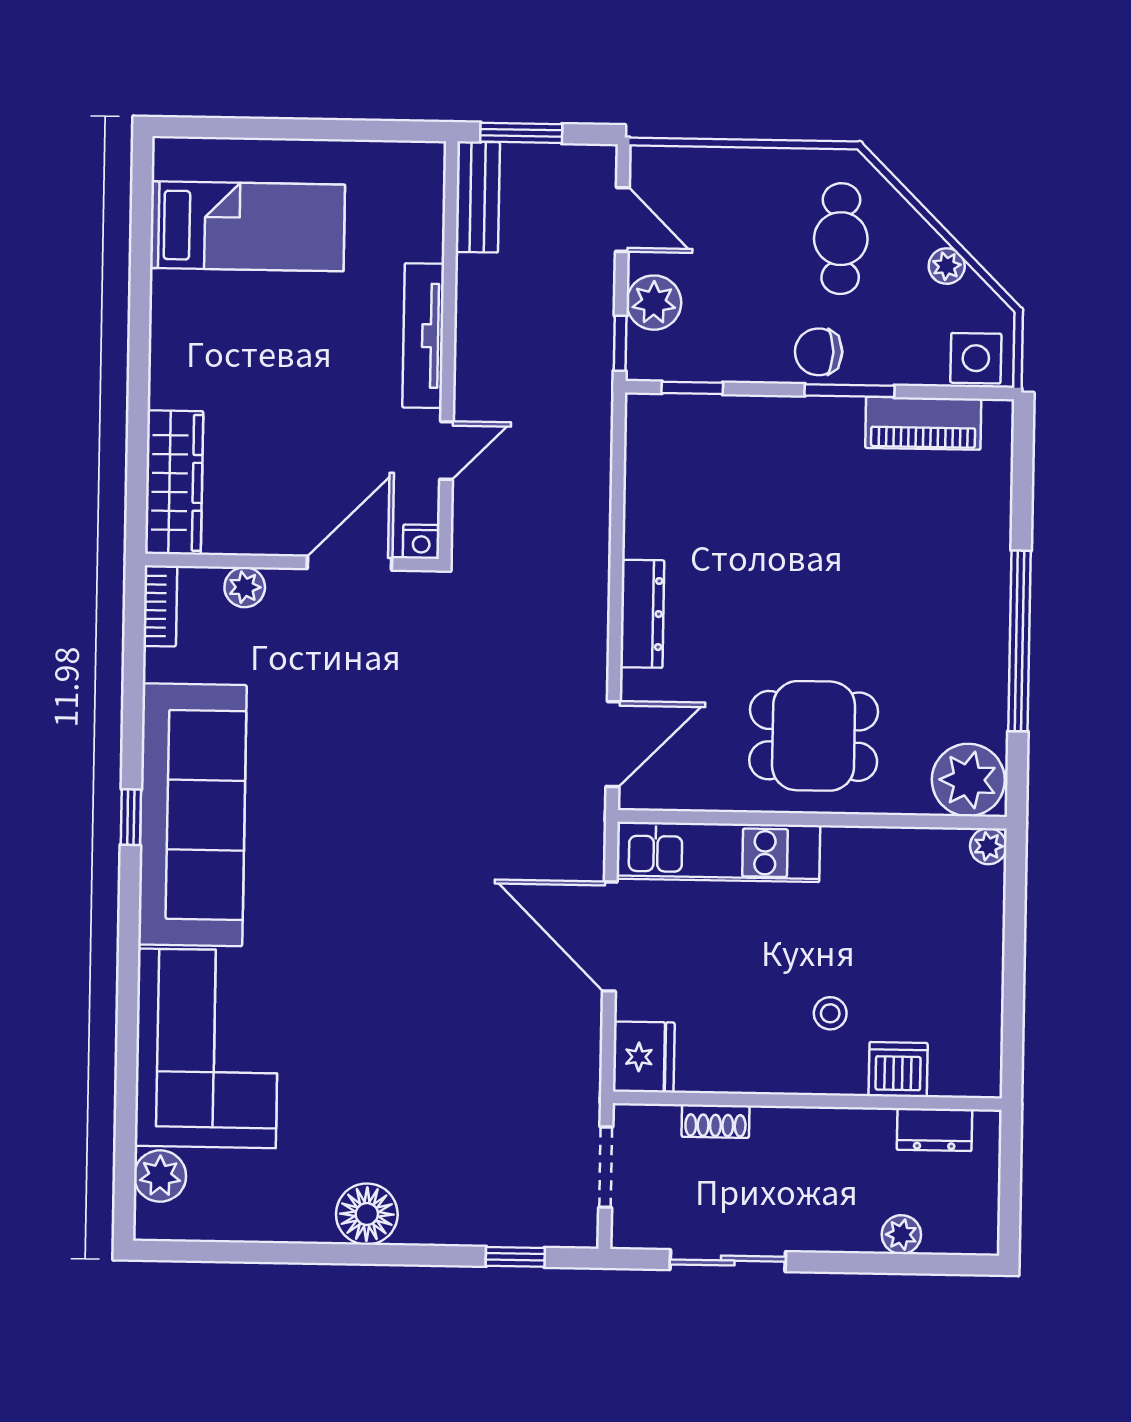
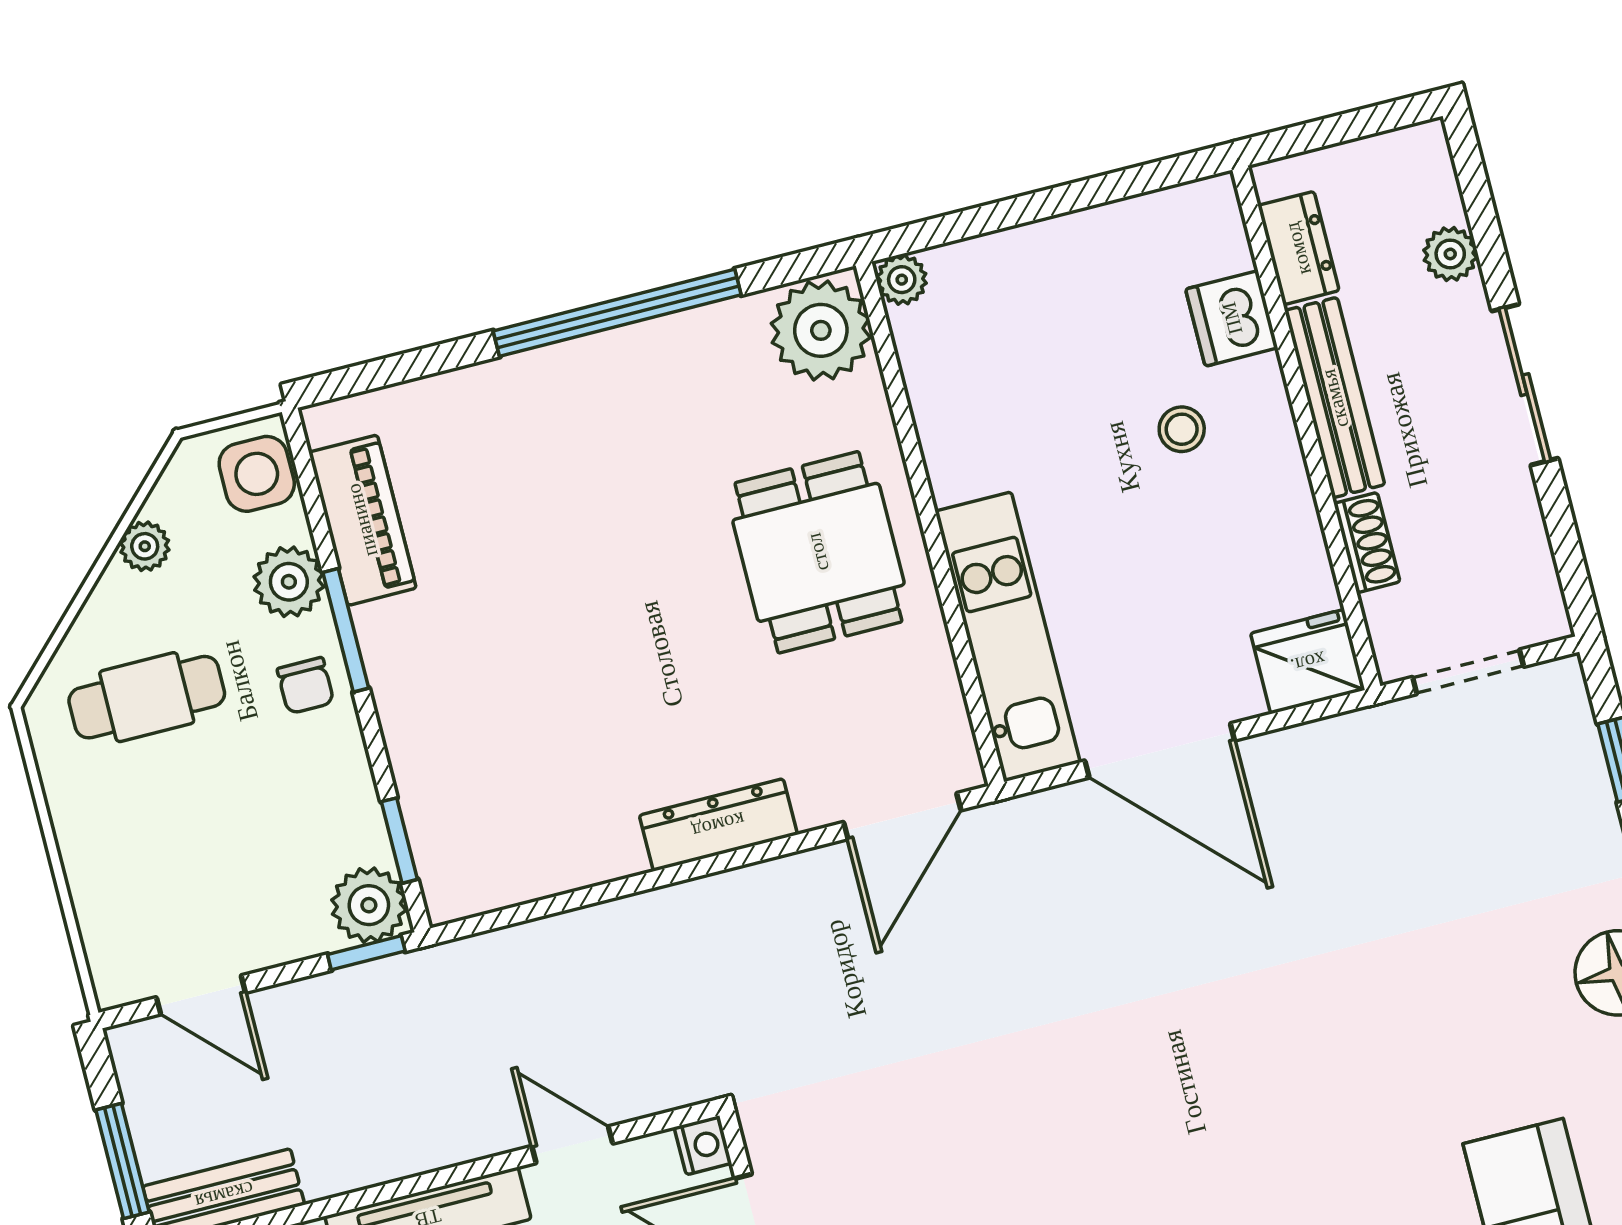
door: (622, 220) -> (201, 995), swing flipped
plant: (654, 303) -> (369, 905), moved
chair: (819, 352) -> (305, 686), width x0.73, depth x0.73
plant: (894, 360) -> (289, 582), added
door: (613, 744) -> (902, 816), swing flipped
door: (610, 937) -> (1160, 751), hinge flipped
bench: (823, 1126) -> (1335, 398), added
sliding door: (728, 1261) -> (1525, 385), moved

